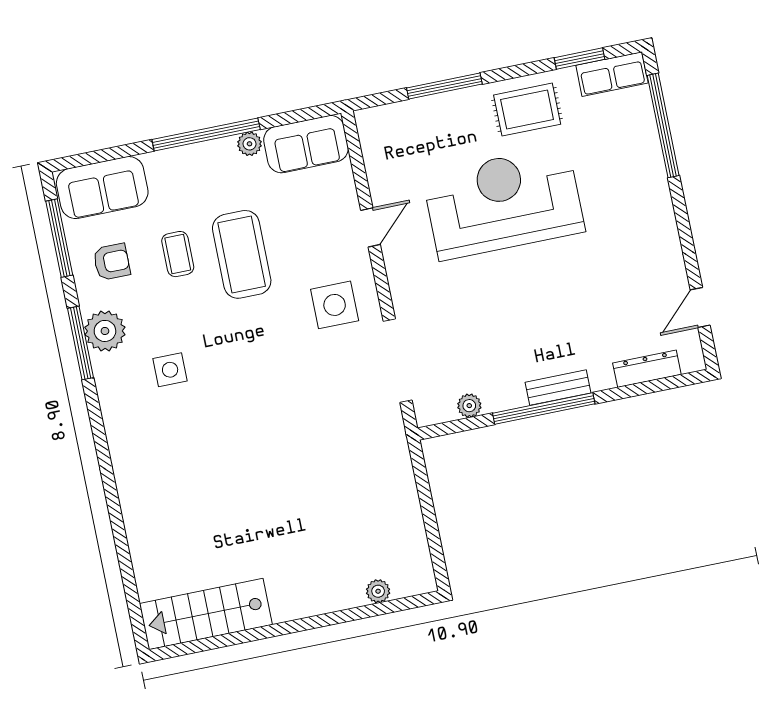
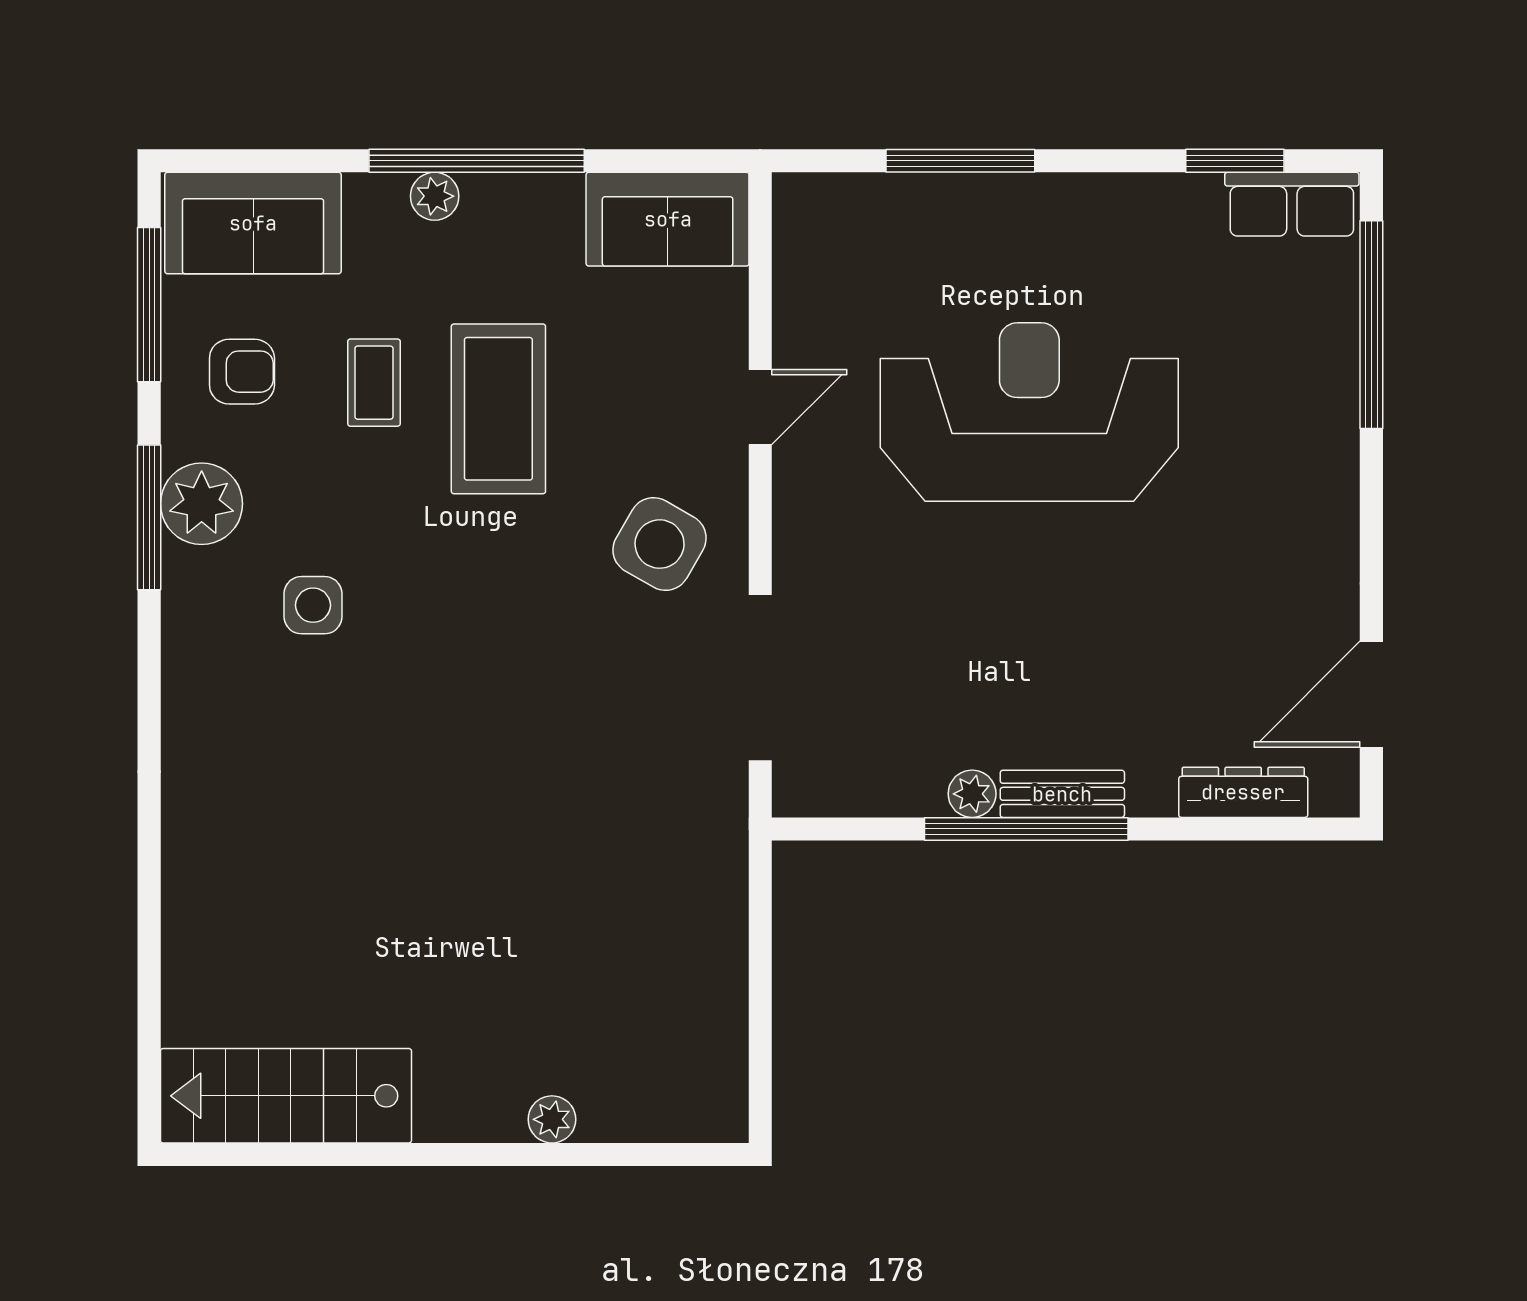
rug: (527, 110) -> (1112, 240), removed
plant: (249, 144) -> (435, 196), moved
side table: (335, 305) -> (660, 544), turned 30
door: (700, 307) -> (1371, 694), width x1.38
plant: (469, 406) -> (972, 794), moved
plant: (378, 591) -> (552, 1119), moved

